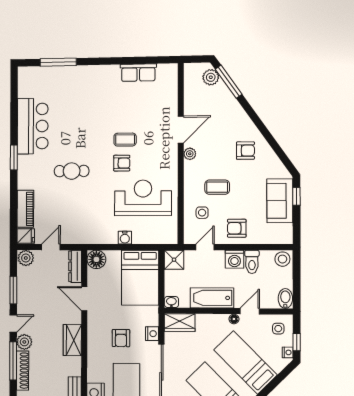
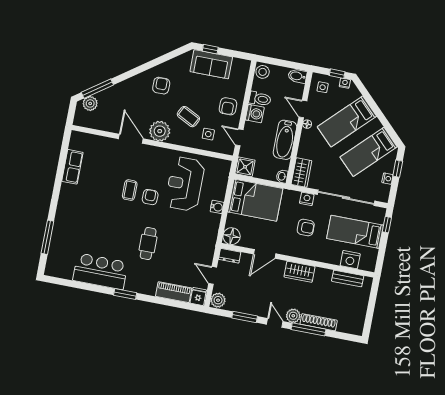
plant: (190, 154) -> (160, 131), width x1.88, depth x1.88
coffee table: (217, 187) -> (188, 117), turned -63
dresser: (75, 266) -> (230, 256), width x0.70

